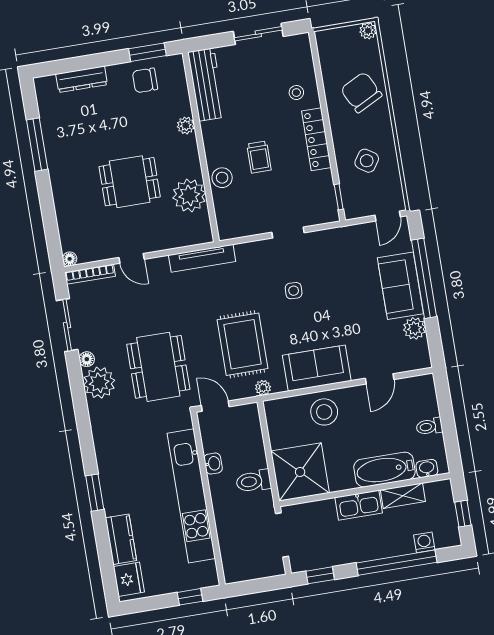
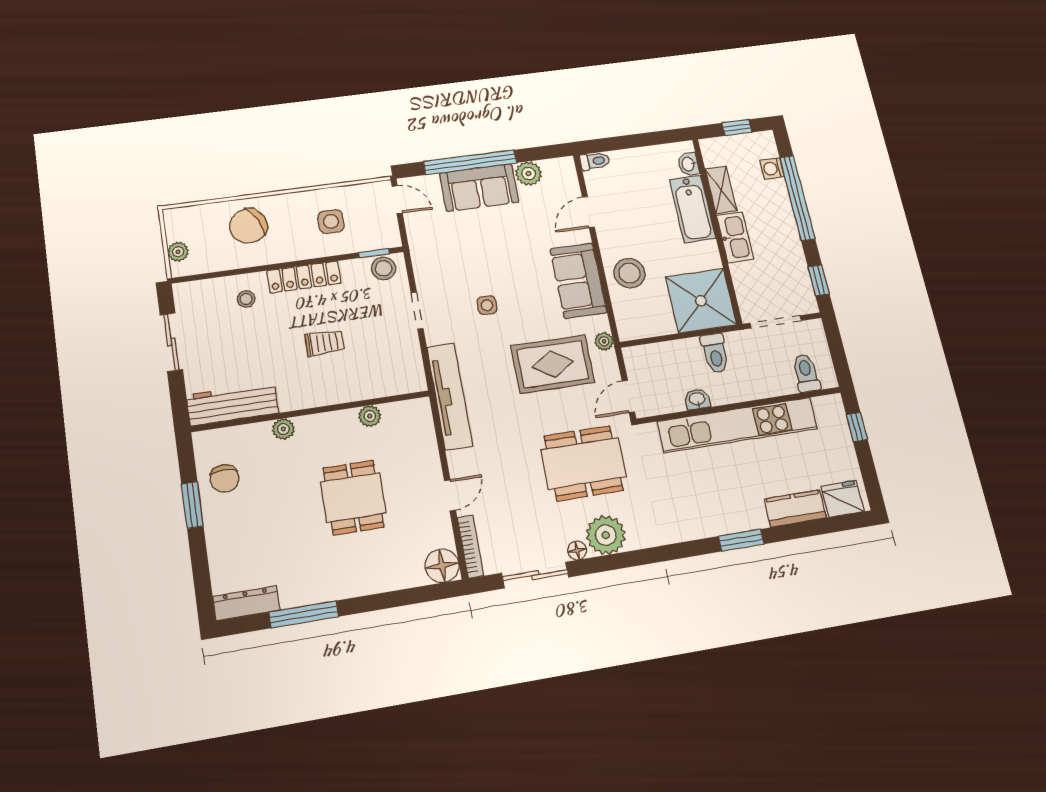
plant: (368, 31) -> (178, 252), moved
window: (147, 52) -> (192, 505), moved
dresser: (82, 79) -> (246, 603), moved, turned -90
side table: (367, 161) -> (331, 221), turned -34
stool: (222, 178) -> (384, 268), moved
plant: (189, 195) -> (370, 416), width x0.53, depth x0.53
tv unit: (202, 258) -> (450, 396), width x1.36, depth x1.29
floor lamp: (70, 259) -> (442, 566), width x1.89, depth x1.89
door: (380, 379) -> (588, 212), swing flipped
toilet: (429, 426) -> (595, 161), moved, turned -90
toilet: (237, 558) -> (806, 373), added

